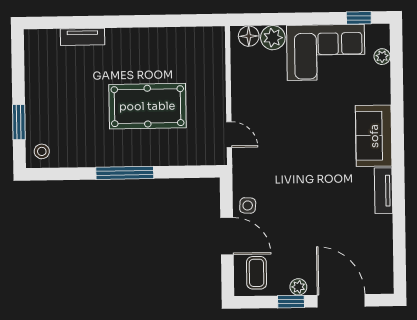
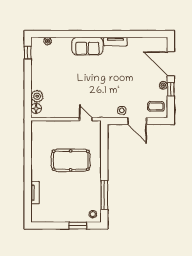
corner sofa: (326, 52) -> (45, 70), removed
pool table: (147, 106) -> (71, 160), turned 90
door: (229, 135) -> (86, 119), hinge flipped
window: (125, 173) -> (104, 195), moved
door: (227, 236) -> (137, 121), swing flipped
door: (341, 301) -> (171, 64), hinge flipped

